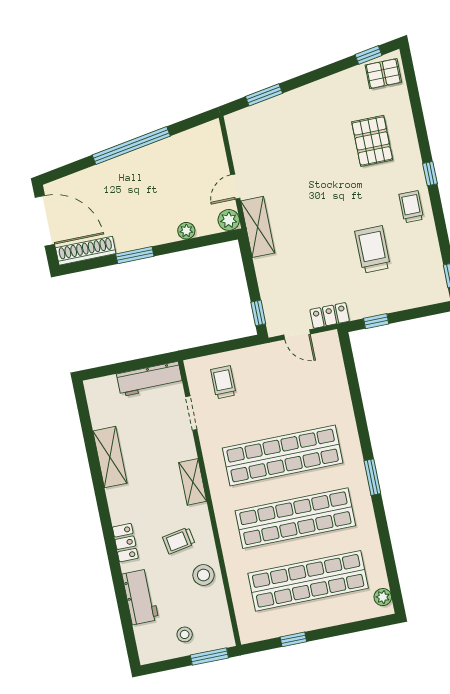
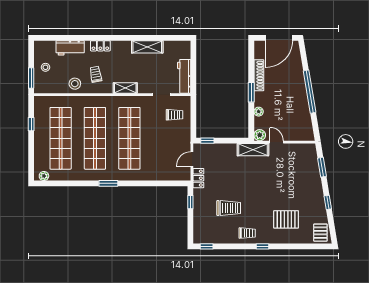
window: (368, 55) -> (328, 202), moved
shoe rack: (86, 251) -> (259, 75), moved
window: (135, 255) -> (251, 92), moved

